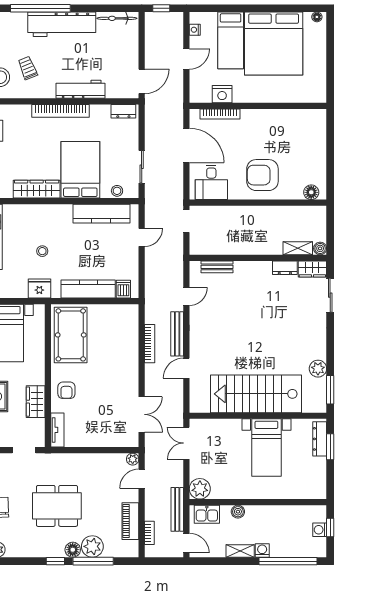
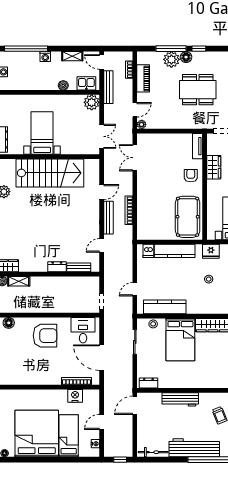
bookcase: (61, 111) -> (195, 383), removed
dresser: (285, 268) -> (57, 267), moved
shelving: (240, 551) -> (72, 56), moved

